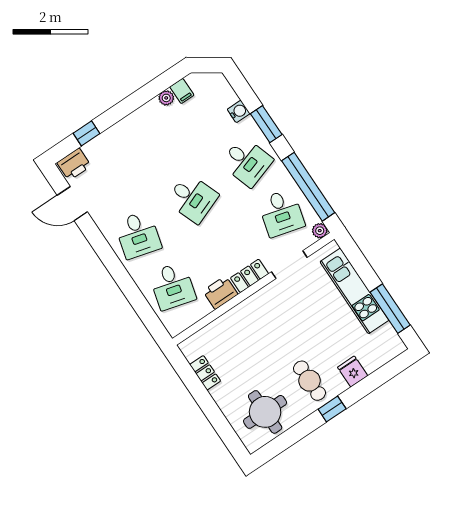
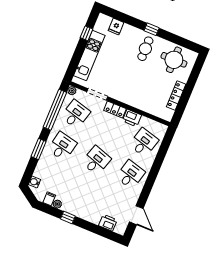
water cooler: (239, 111) -> (35, 182), moved
window: (87, 133) -> (68, 217), moved
desk: (247, 162) -> (62, 146), turned 30
printer: (74, 164) -> (108, 223), moved
desk: (192, 198) -> (96, 160), turned 39
window: (390, 309) -> (86, 33), width x0.46
fridge: (353, 372) -> (116, 27), moved
locker: (205, 373) -> (176, 96), width x1.53

